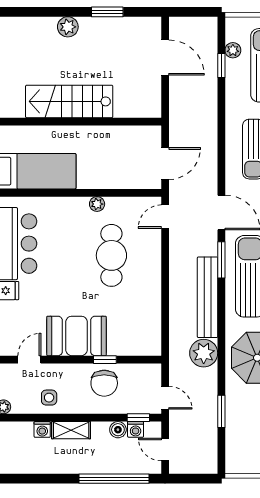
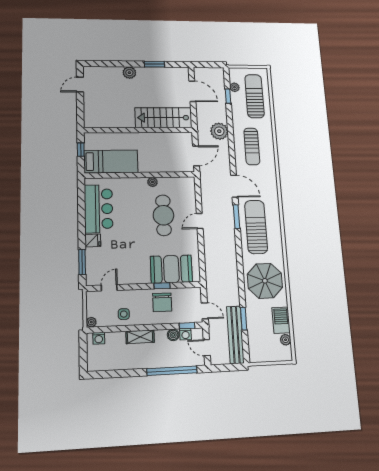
stairs: (69, 101) -> (163, 118), moved
door: (165, 217) -> (200, 221), moved
bench: (208, 297) -> (235, 335), moved
booth: (77, 336) -> (171, 269), moved
plant: (204, 353) -> (219, 131), moved
washing machine: (42, 429) -> (99, 338), moved

